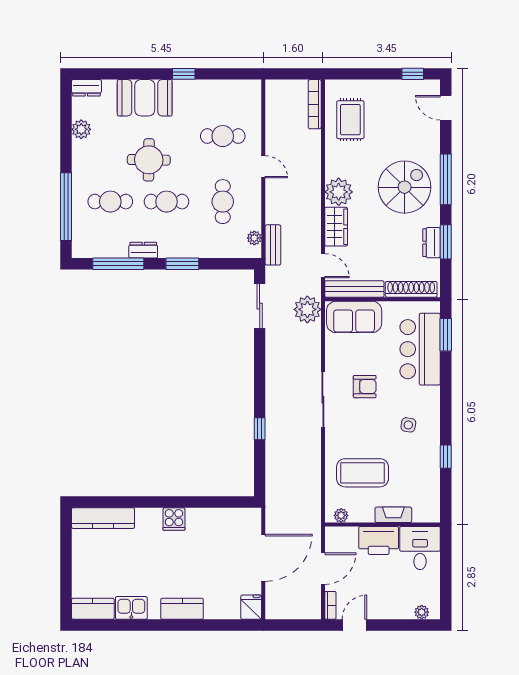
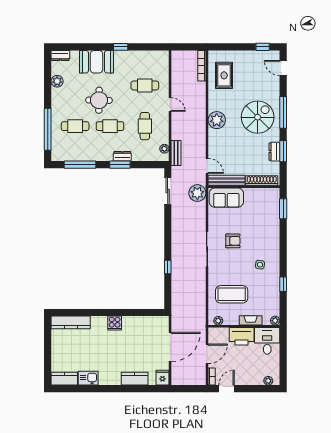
wardrobe: (336, 227) -> (215, 142), removed
dresser: (143, 250) -> (122, 156), moved
bar counter: (420, 349) -> (267, 218), removed
plant: (433, 515) -> (275, 321), added
kitchen counter: (182, 609) -> (135, 379), moved

